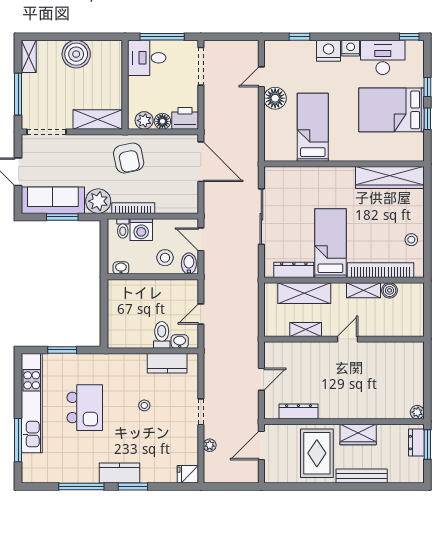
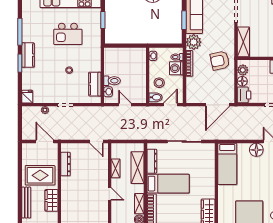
bed: (313, 127) -> (227, 164), moved, turned 90
door: (261, 379) -> (96, 141), moved

